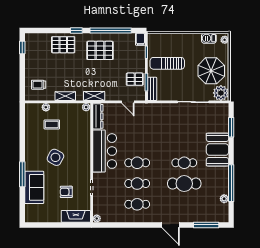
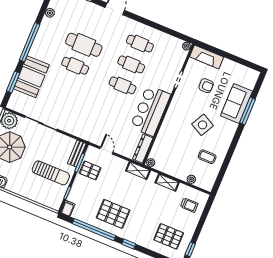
pallet: (63, 45) -> (169, 236), moved
coffee table: (52, 124) -> (207, 157), moved
booth: (217, 150) -> (31, 77), moved
window: (22, 174) -> (247, 111), moved
window: (231, 183) -> (30, 42), moved

